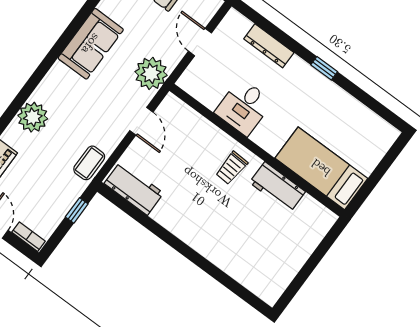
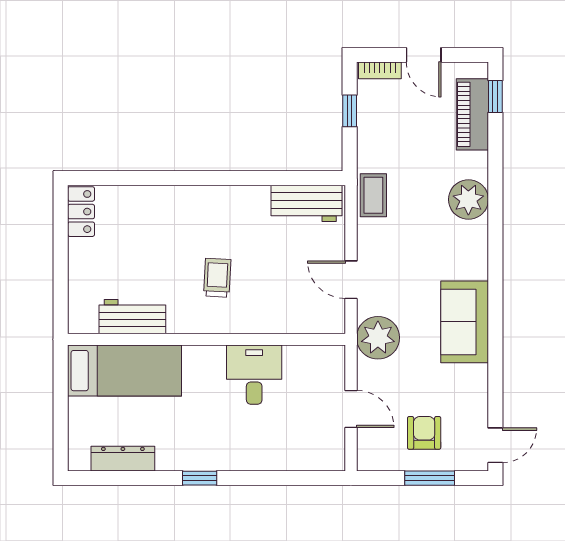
dresser: (269, 46) -> (123, 459), moved
trolley: (232, 168) -> (217, 278), moved
workbench: (277, 187) -> (132, 317), moved
window: (77, 210) -> (350, 111), moved
locker: (276, 286) -> (81, 212), added

